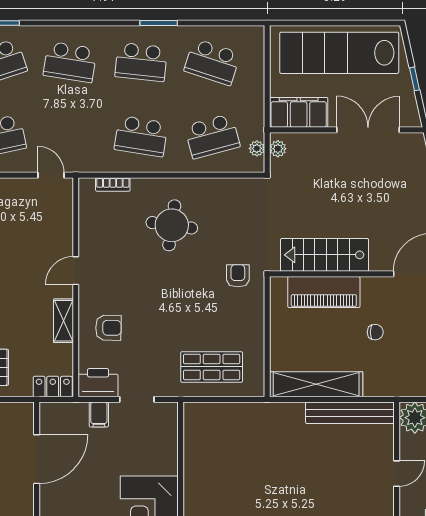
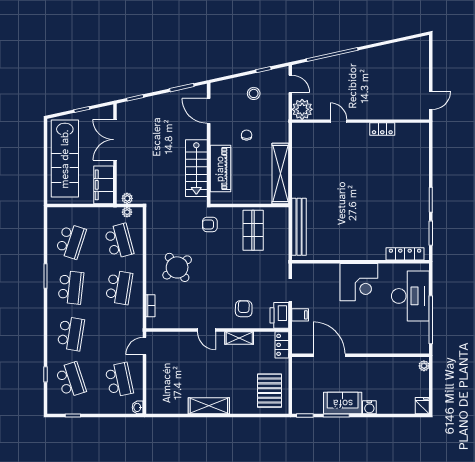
round table: (172, 225) -> (177, 267), turned 45
shop shelf: (212, 367) -> (253, 230), moved
bench: (350, 413) -> (299, 227), moved

